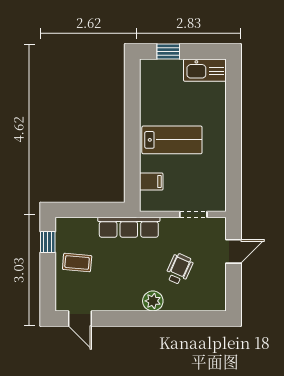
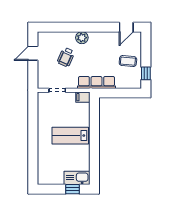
kitchen sink: (205, 70) -> (77, 178), moved
filing cabinet: (151, 182) -> (83, 97), moved
door: (234, 251) -> (33, 53), moved
door: (80, 318) -> (126, 27), swing flipped

